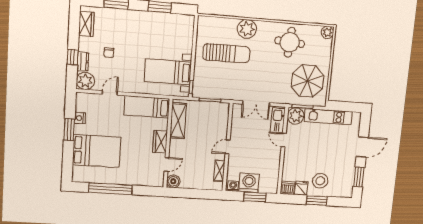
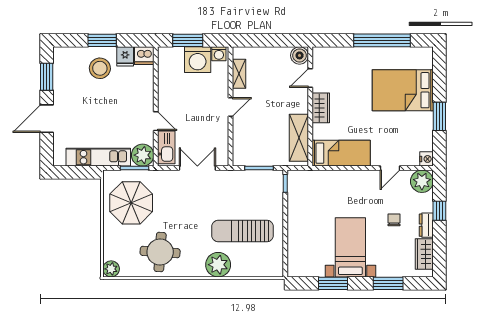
dresser: (83, 62) -> (426, 225), moved
bed with nightstands: (168, 72) -> (350, 247), moved, turned -90
nightstand: (80, 118) -> (426, 159), moved

